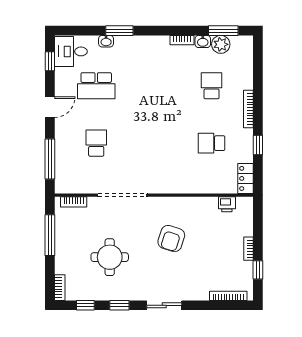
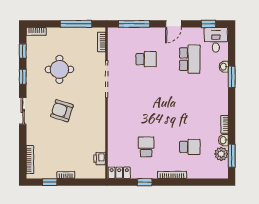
school desk: (96, 86) -> (190, 59), turned 180
door: (50, 107) -> (173, 24), hinge flipped
armchair: (171, 239) -> (62, 111), moved

